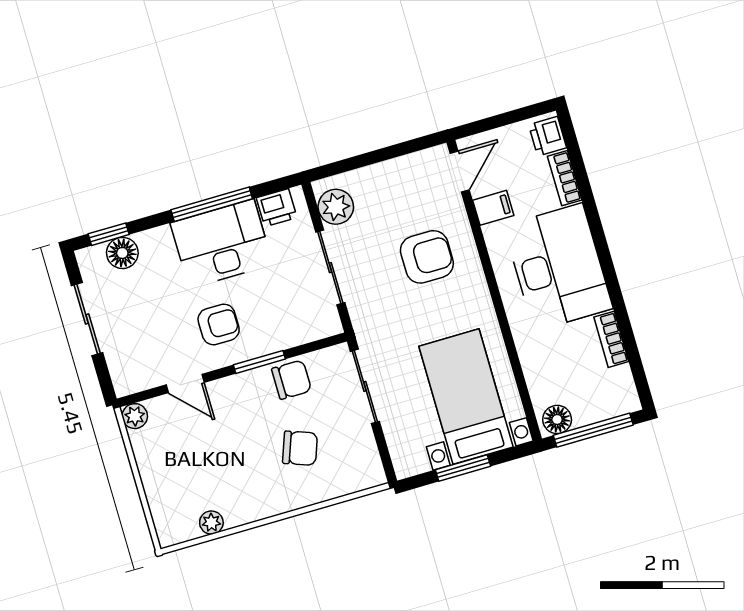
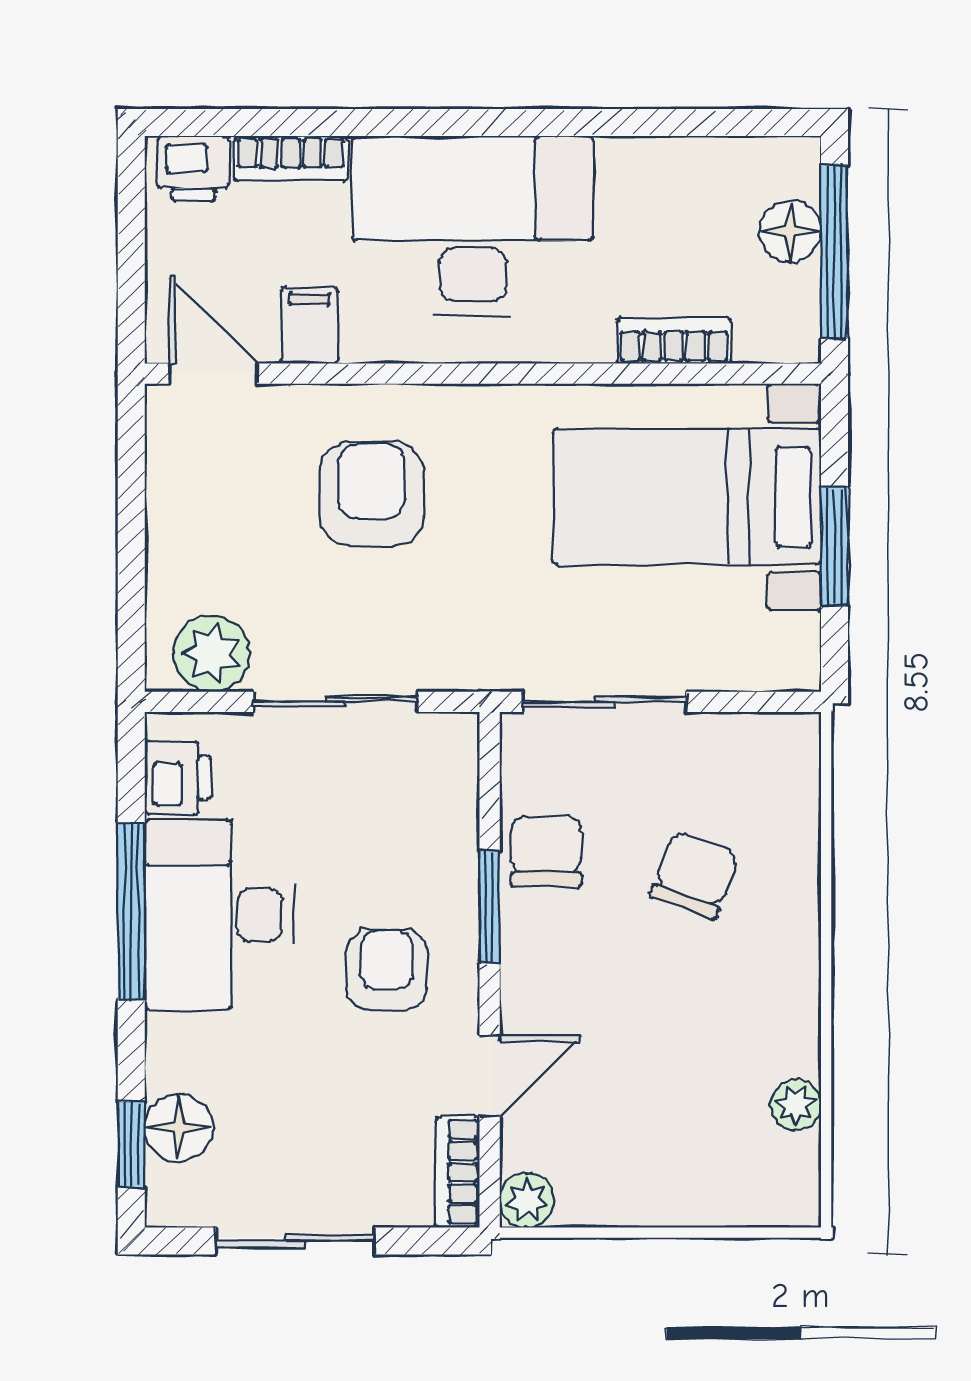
bookcase: (611, 339) -> (674, 341), moved, turned 180
bookcase: (138, 382) -> (457, 1172), added
floor lamp: (557, 419) -> (790, 231), moved

